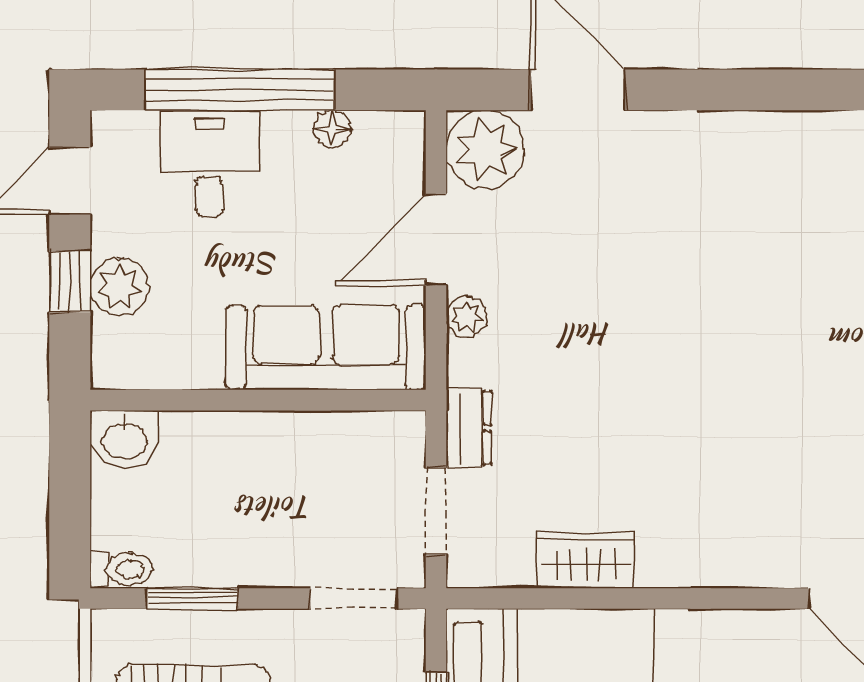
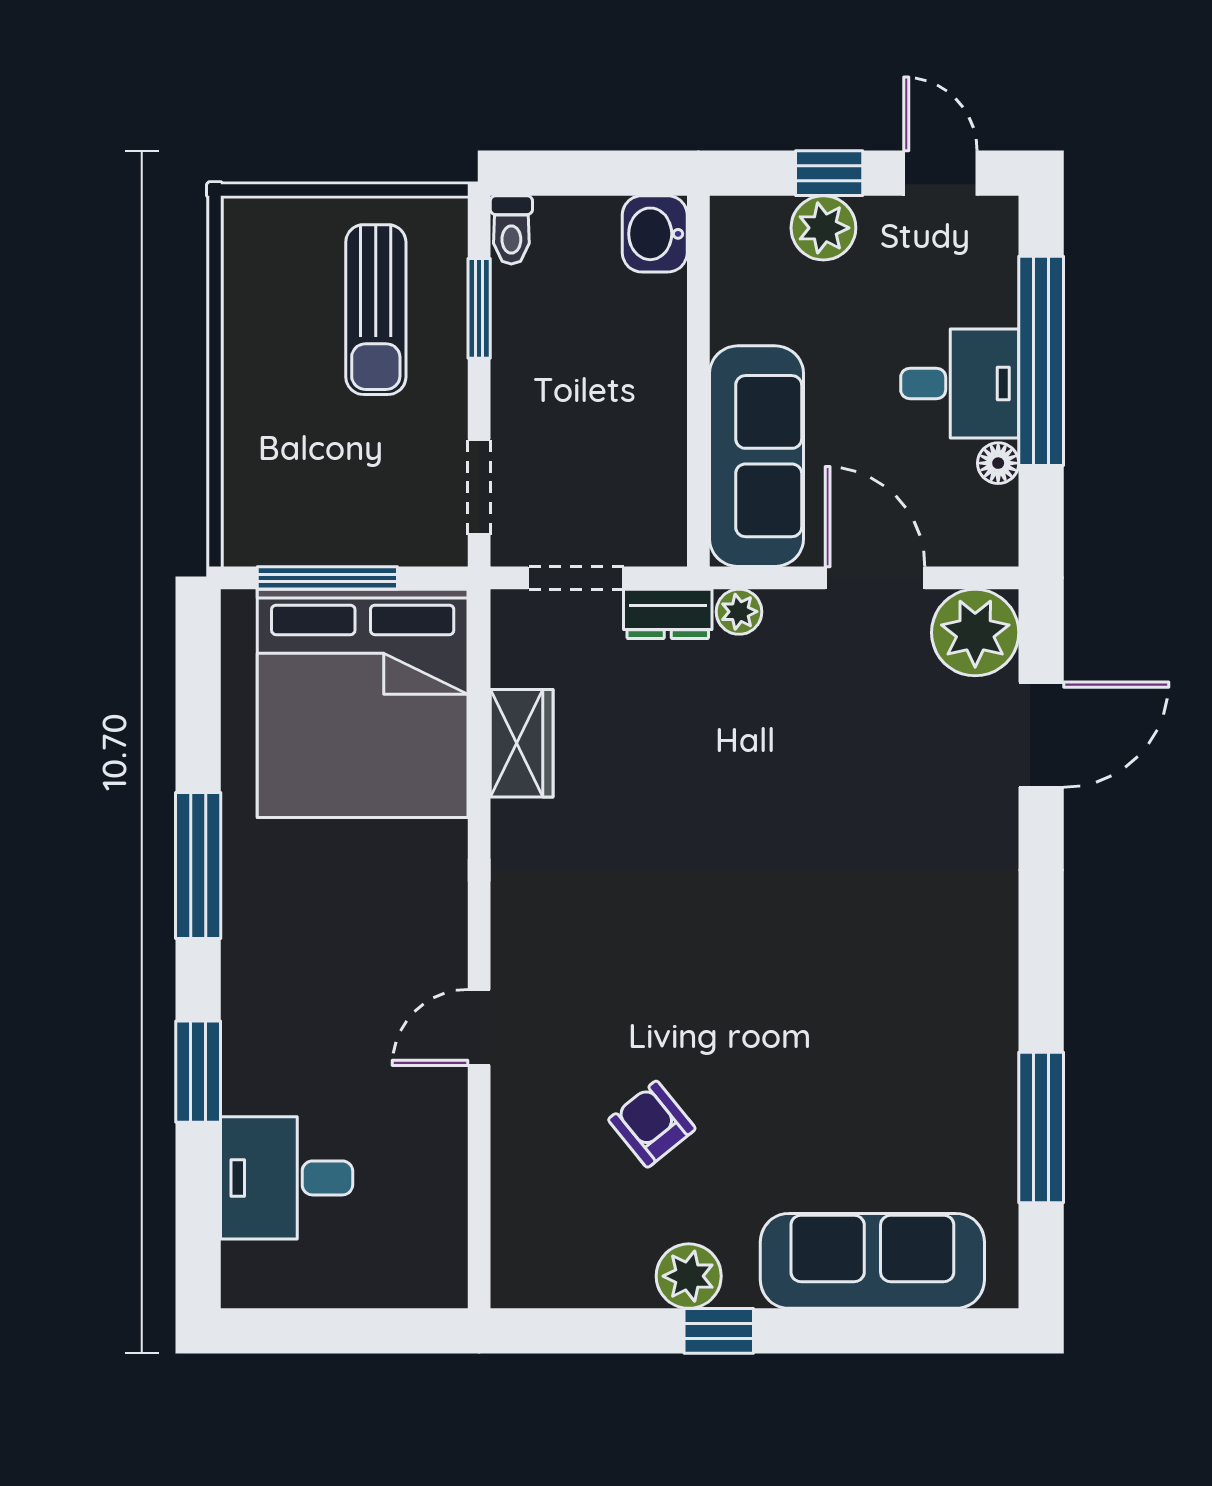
desk: (210, 164) -> (960, 383), moved
plant: (467, 317) -> (739, 612), moved

